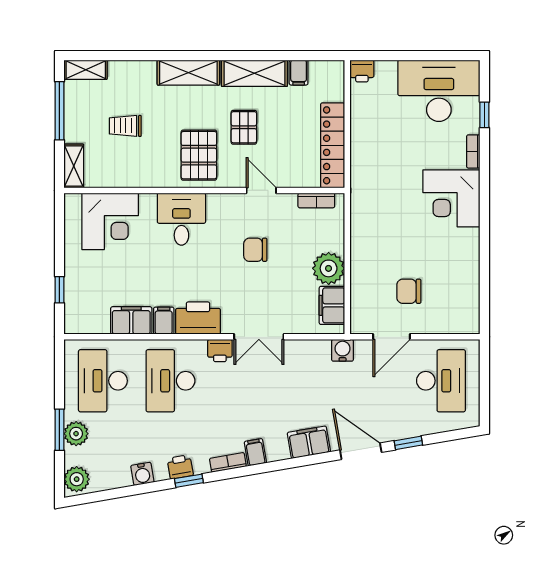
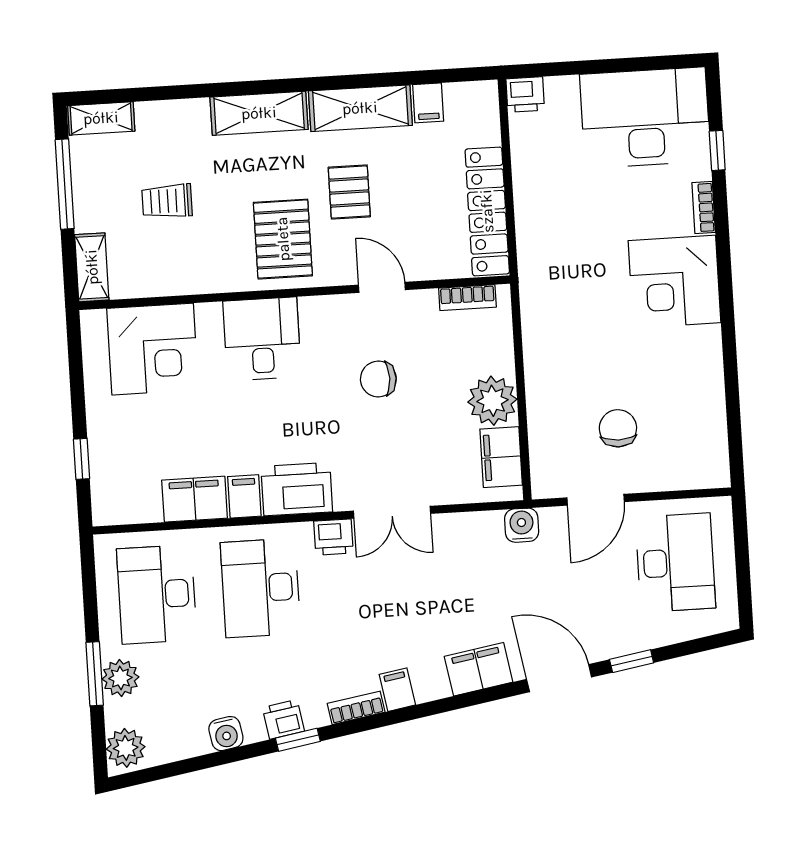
chair: (409, 291) -> (618, 428), turned 90

